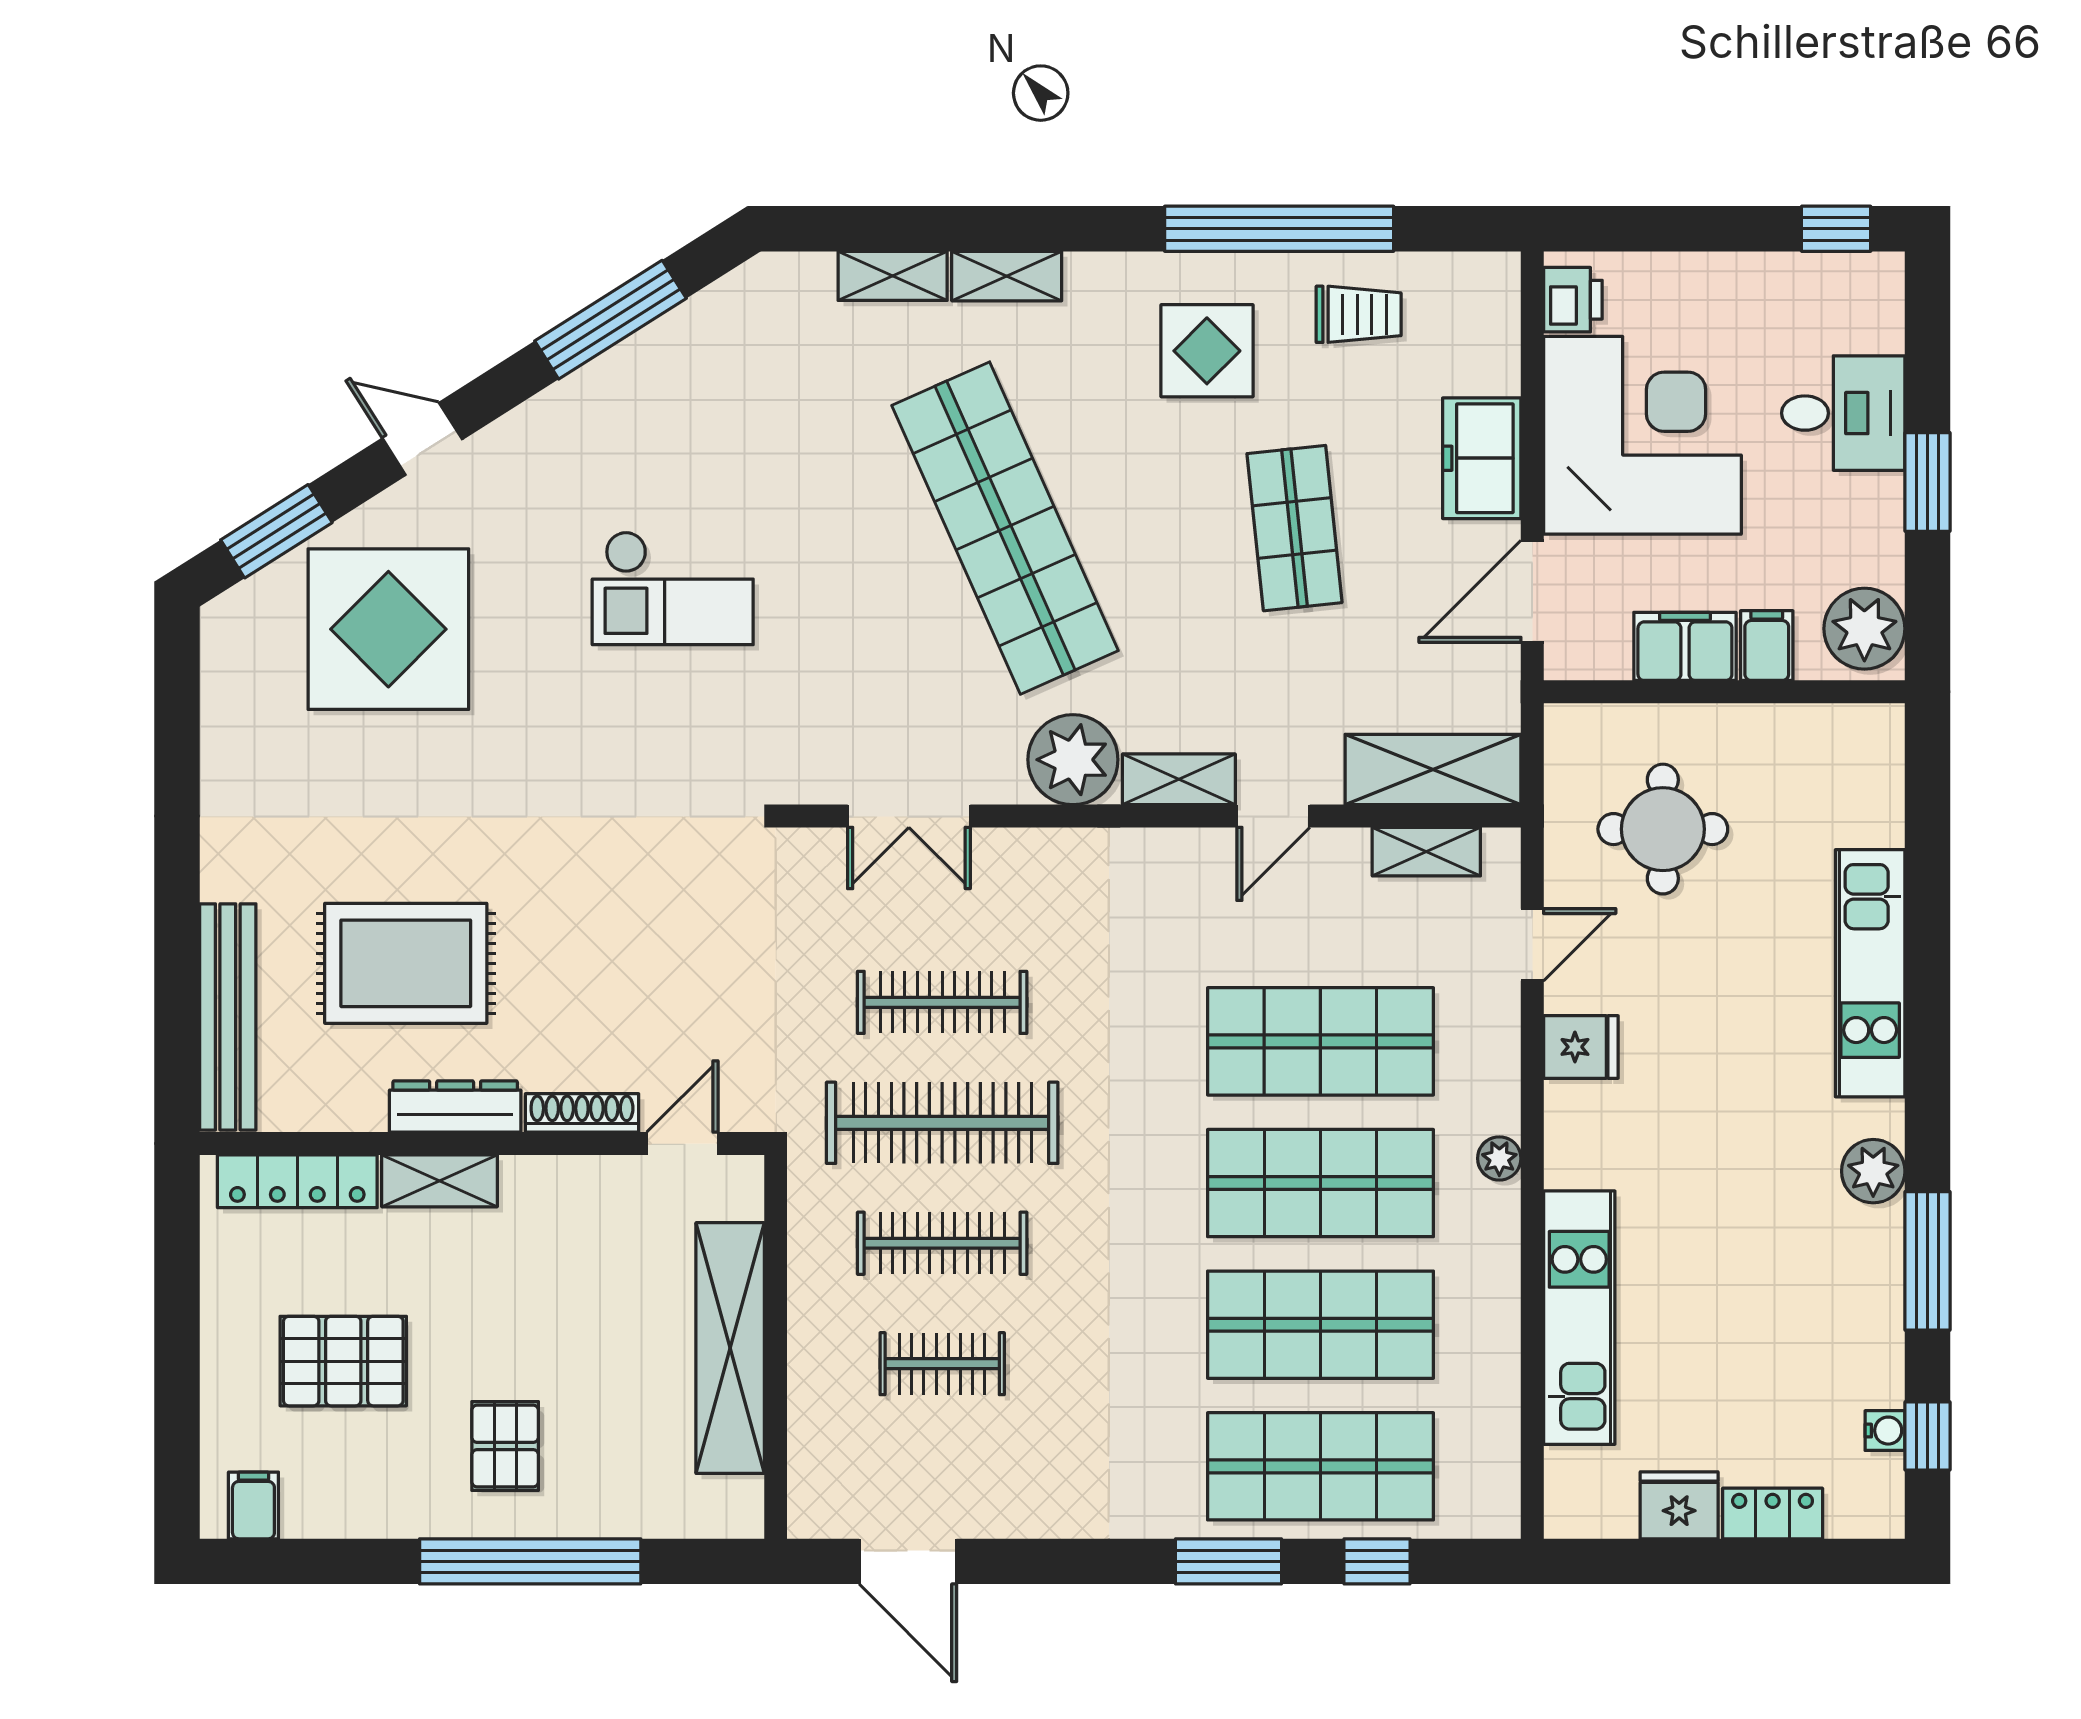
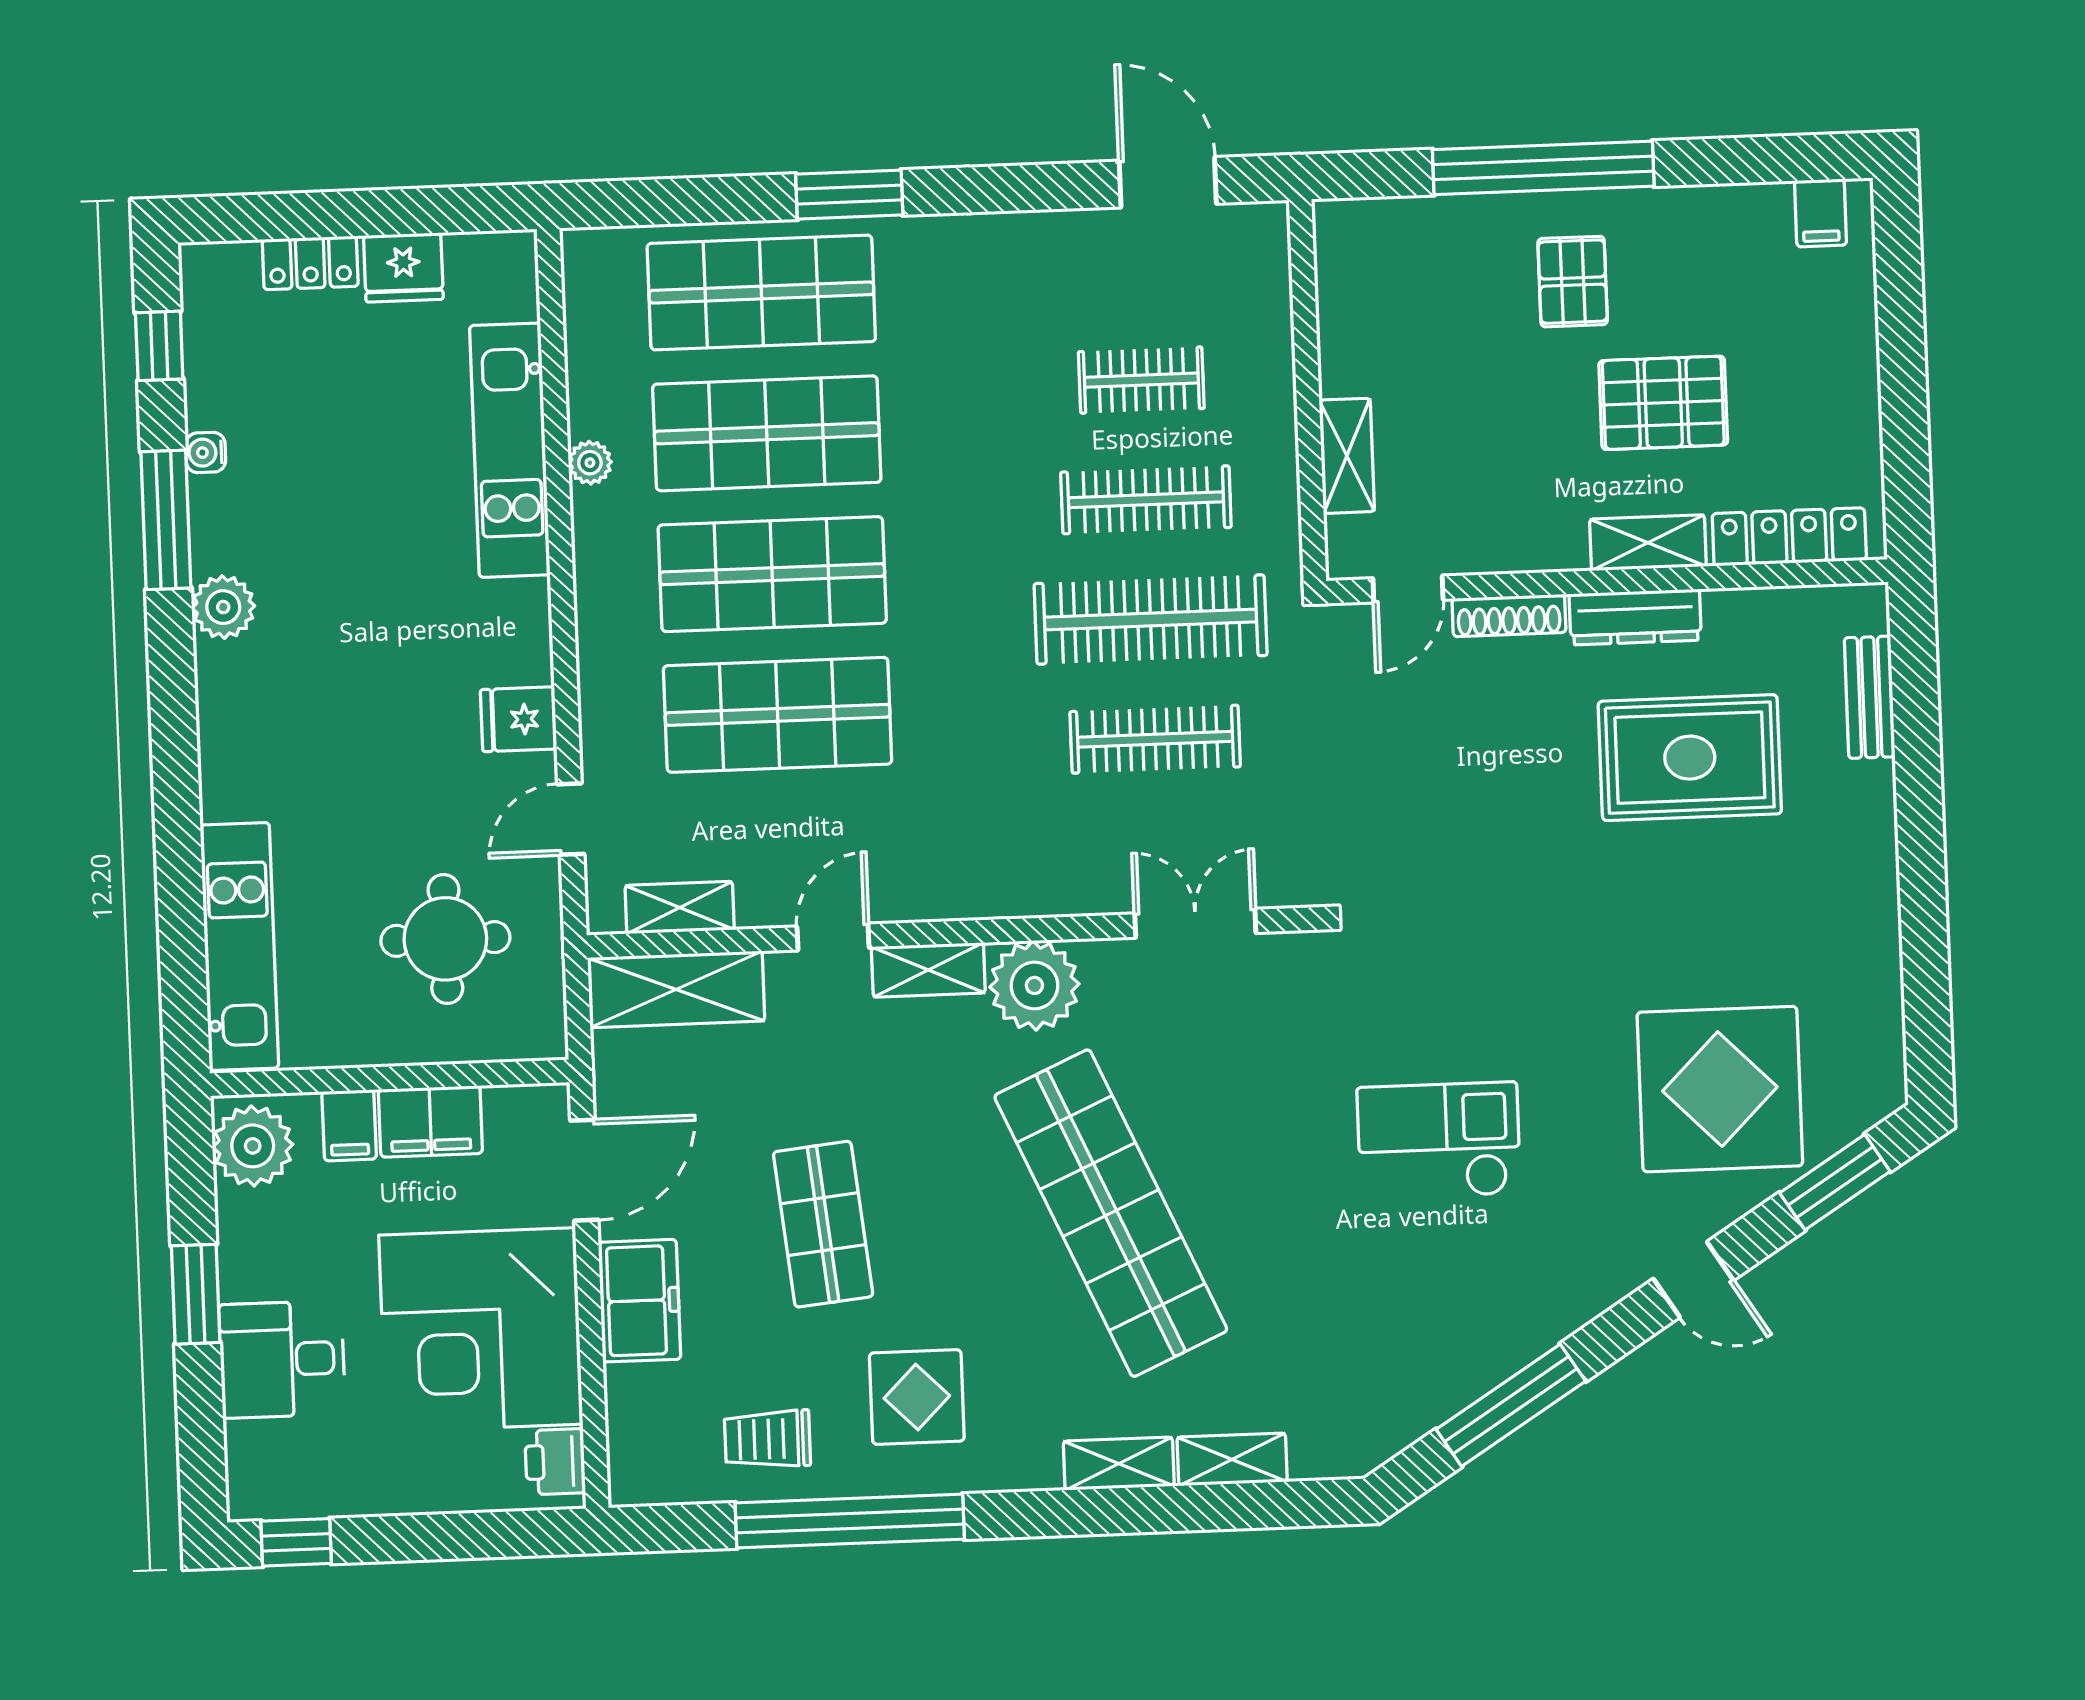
kitchen unit: (1870, 973) -> (239, 946), moved
bench: (228, 1017) -> (1870, 697), width x0.54, depth x0.82
plant: (1499, 1158) -> (590, 463), moved
shelving: (730, 1348) -> (1347, 456), width x0.45, depth x0.75
pallet: (343, 1361) -> (1663, 403), moved
water cooler: (1885, 1431) -> (206, 452), moved
window: (1377, 1561) -> (702, 200), removed

